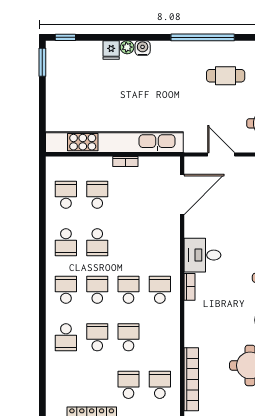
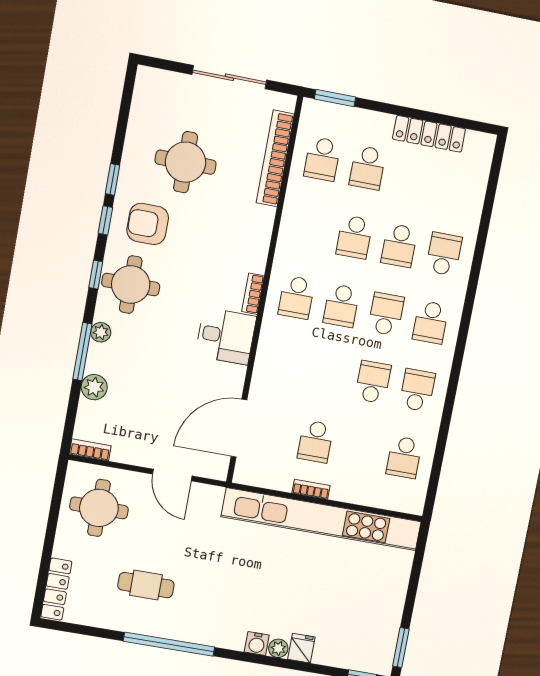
school desk: (97, 195) -> (316, 441), moved
school desk: (97, 290) -> (386, 314), turned 180

